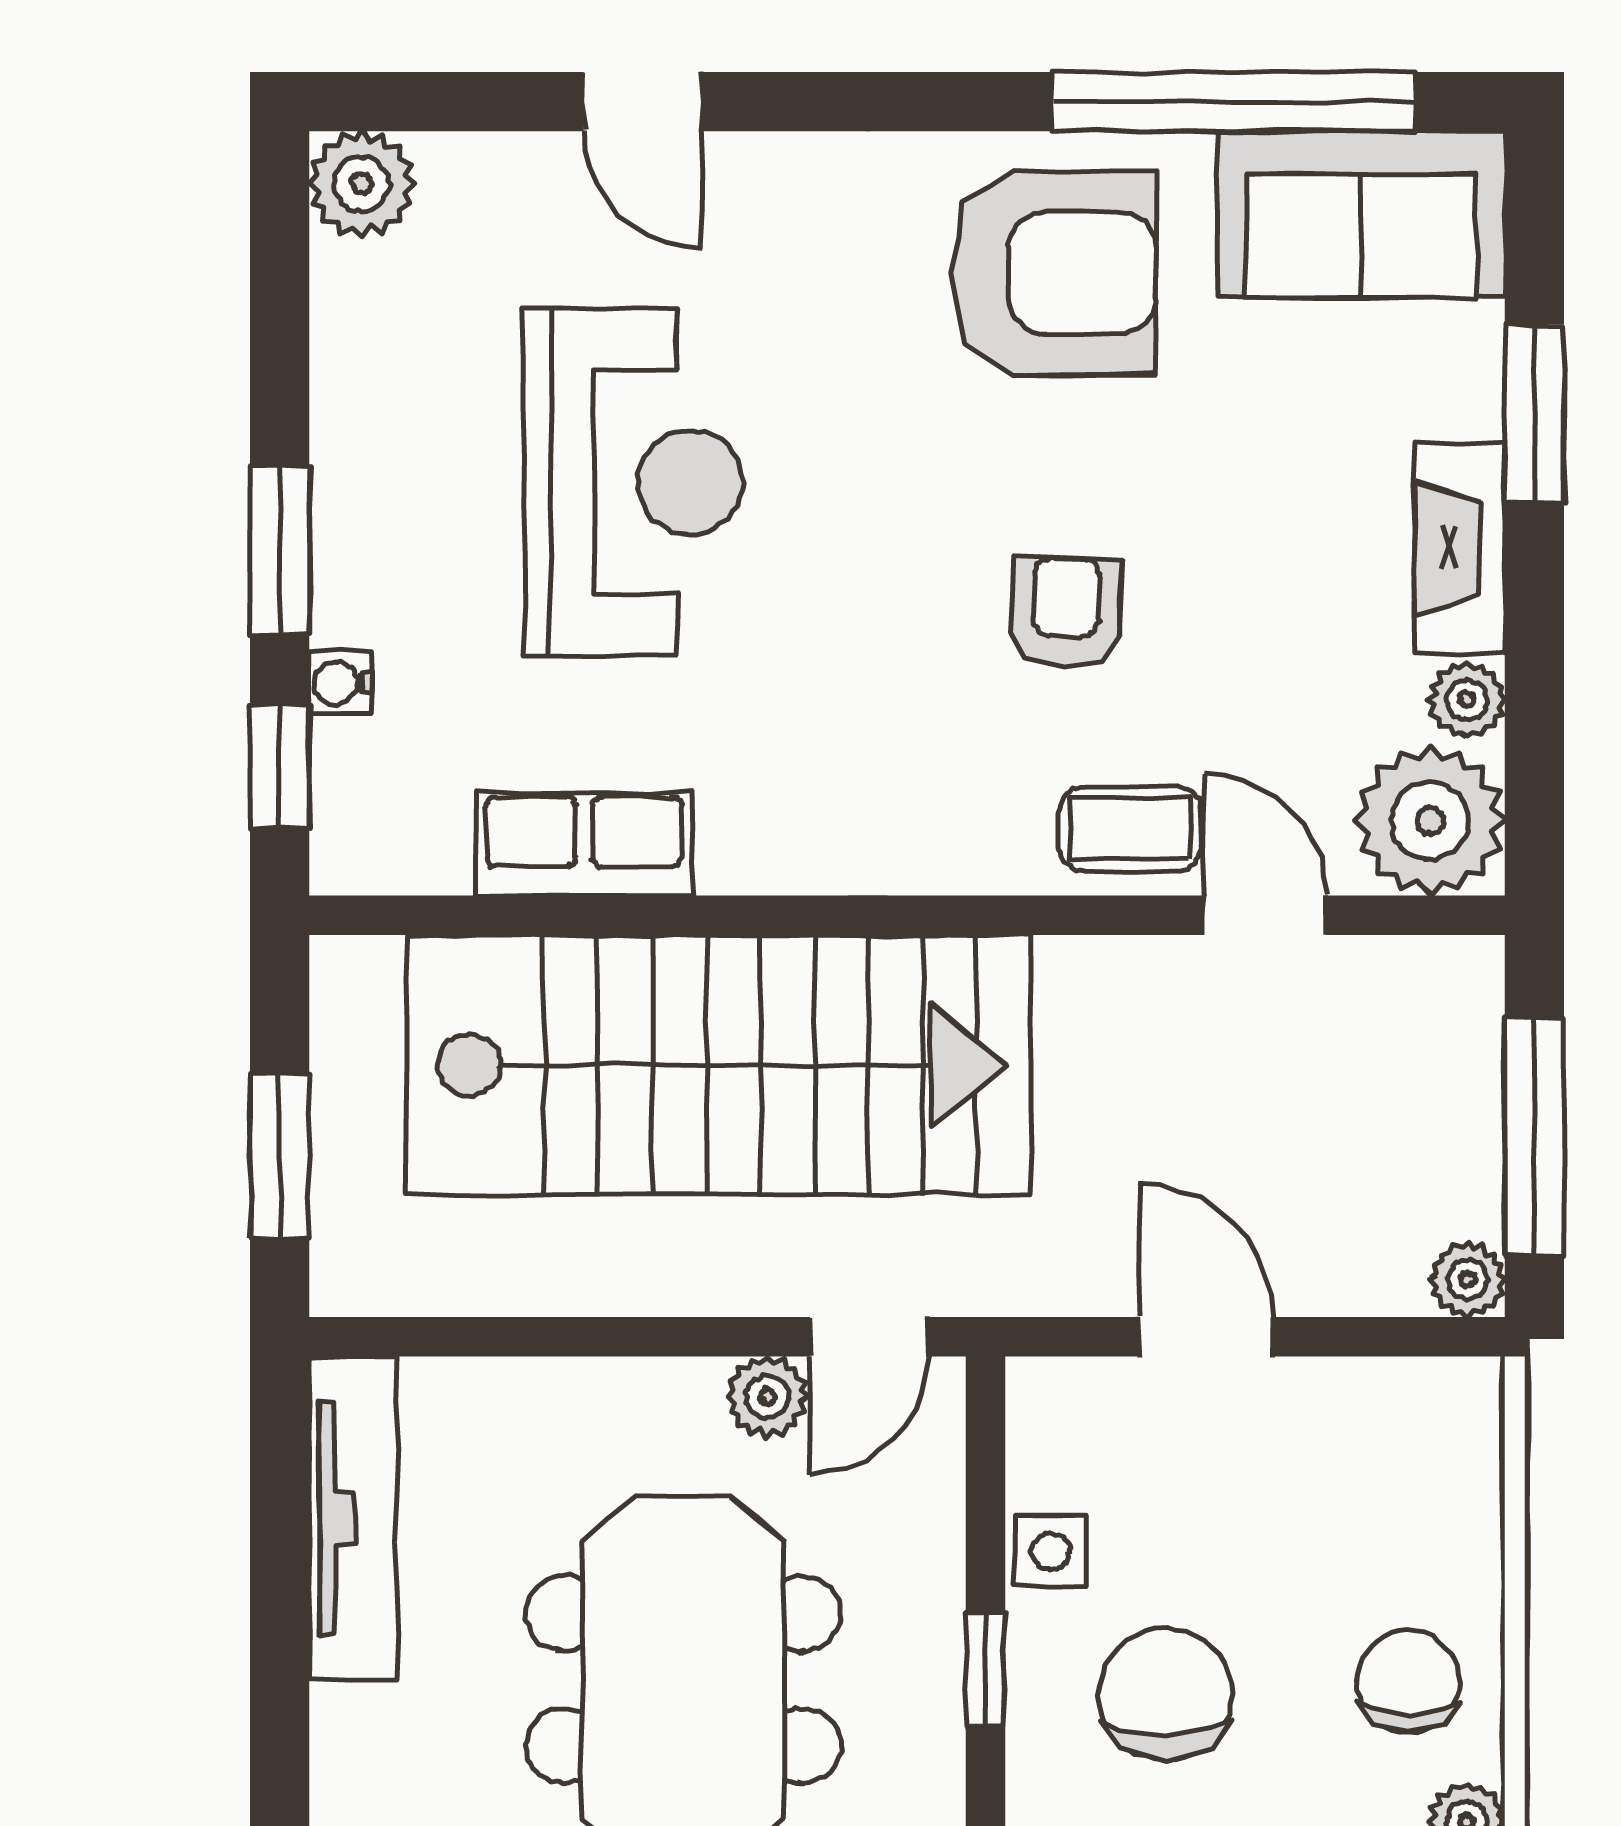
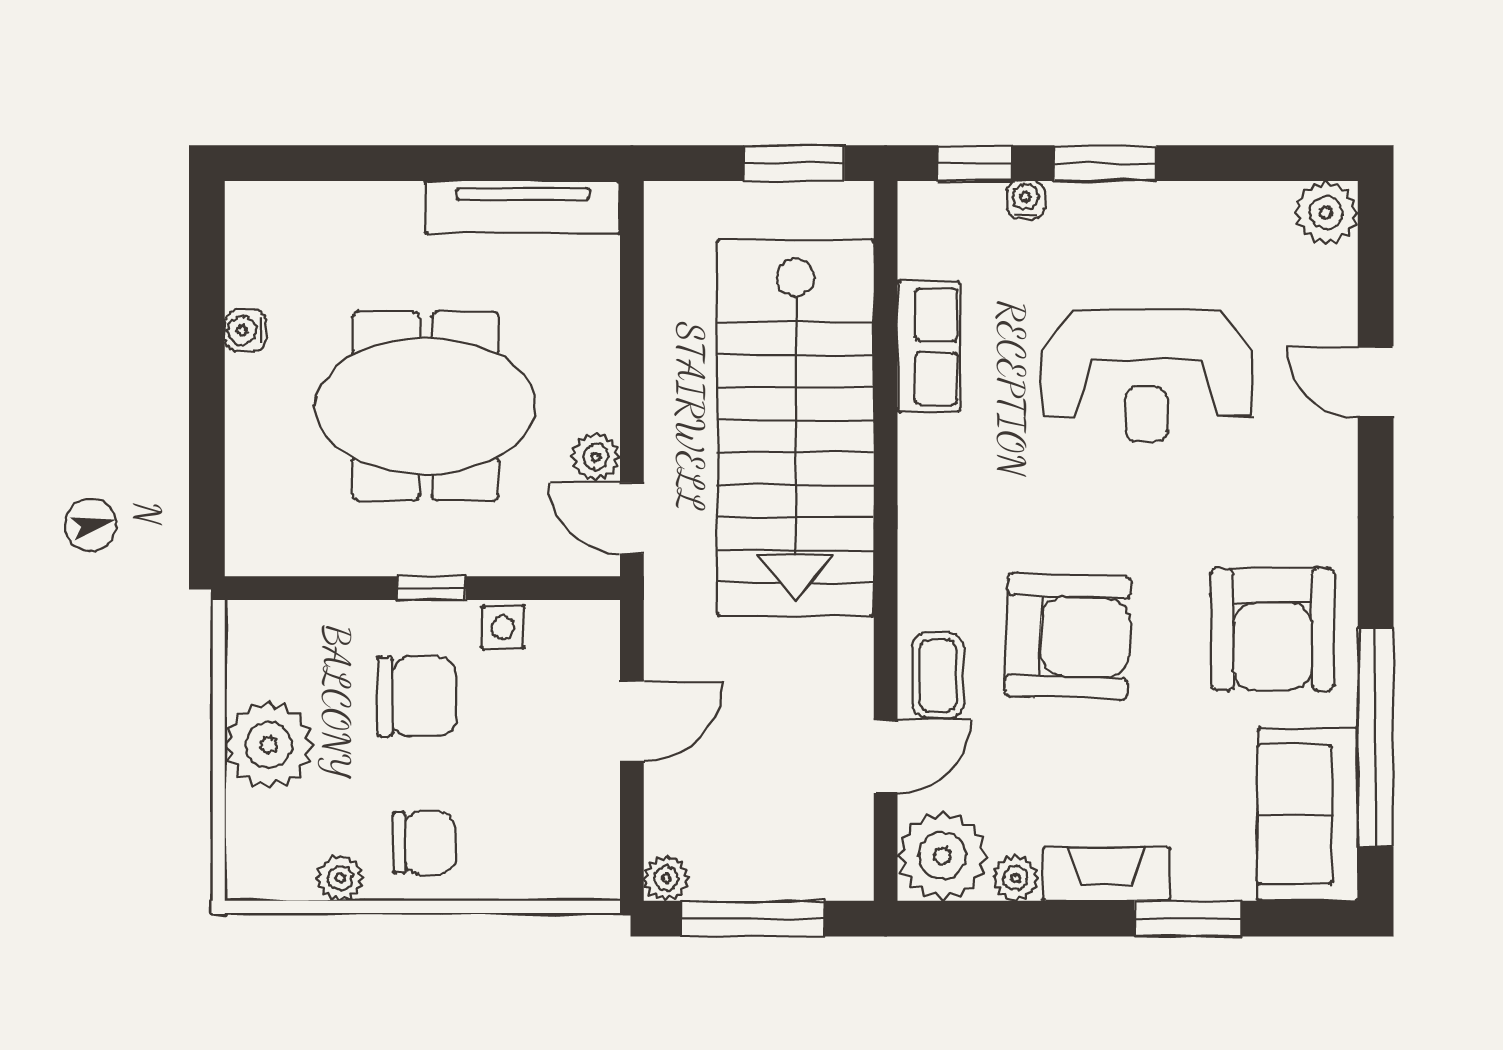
door: (643, 102) -> (1376, 382), hinge flipped
armchair: (1066, 613) -> (1068, 637), width x1.88, depth x1.88
window: (280, 1156) -> (794, 163), moved

